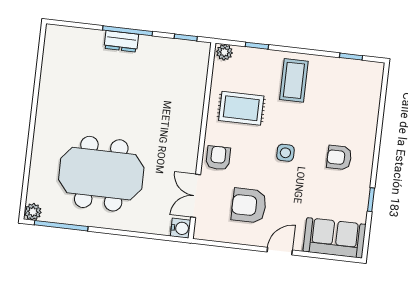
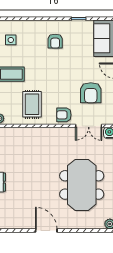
door: (34, 108) -> (46, 230), added
side table: (285, 153) -> (11, 40), moved

